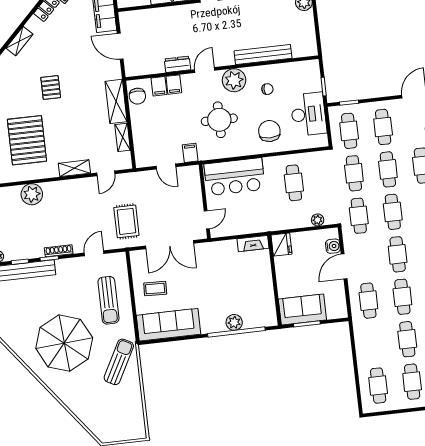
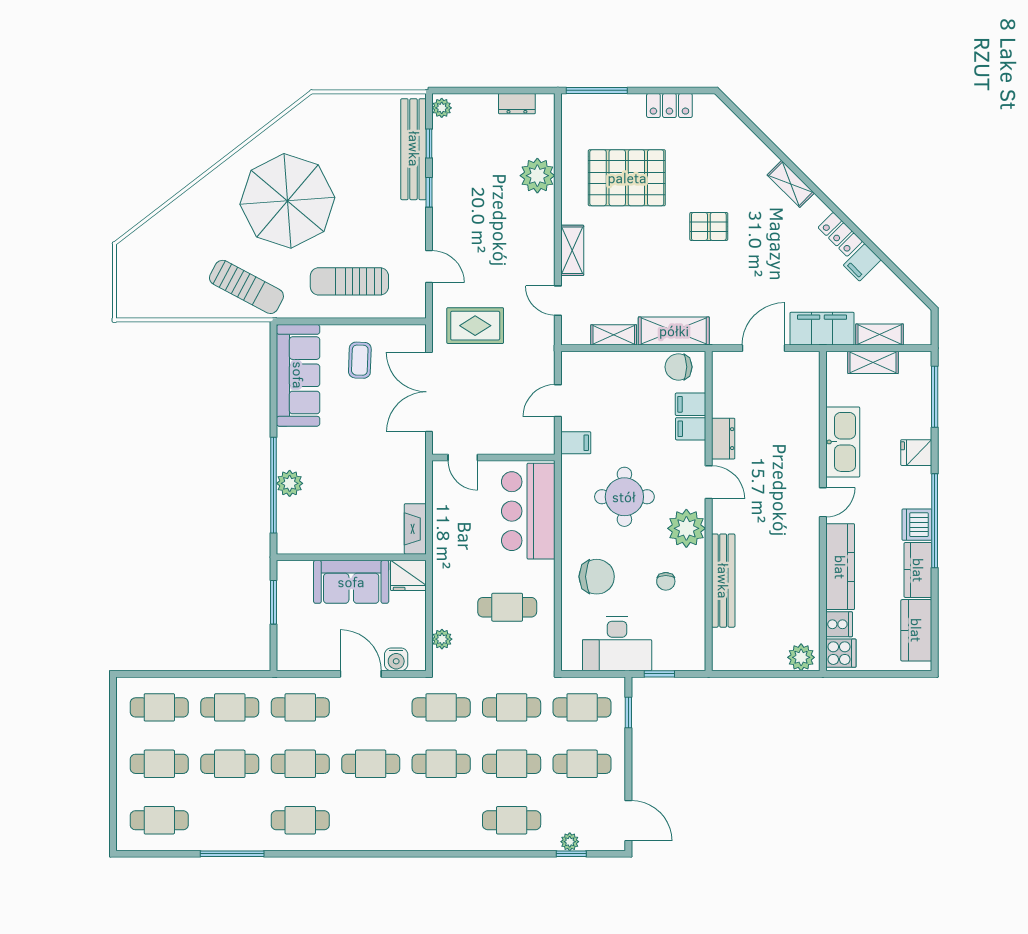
shoe rack: (59, 251) -> (440, 209), removed
sofa: (302, 309) -> (351, 582), moved, turned 90
cafe table: (373, 343) -> (230, 707), added

